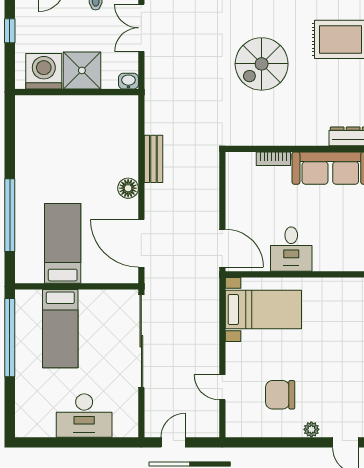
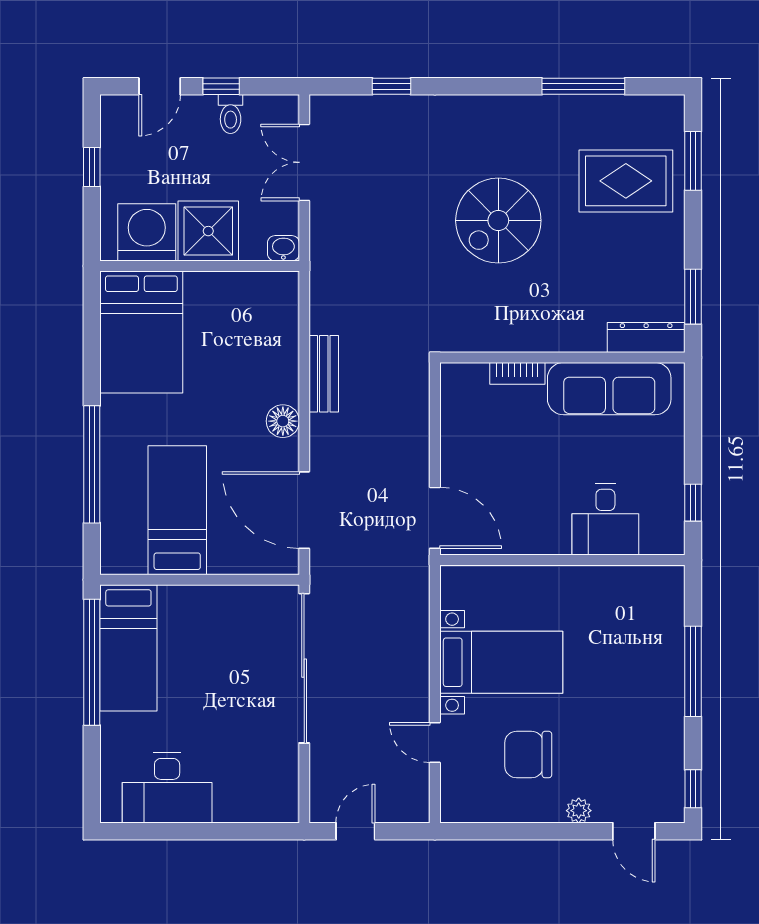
bed: (40, 133) -> (141, 332), added
desk: (291, 249) -> (605, 519), moved
bed with nightstands: (263, 309) -> (501, 662), moved
bed: (60, 329) -> (128, 648), moved
desk: (84, 415) -> (167, 788), moved

